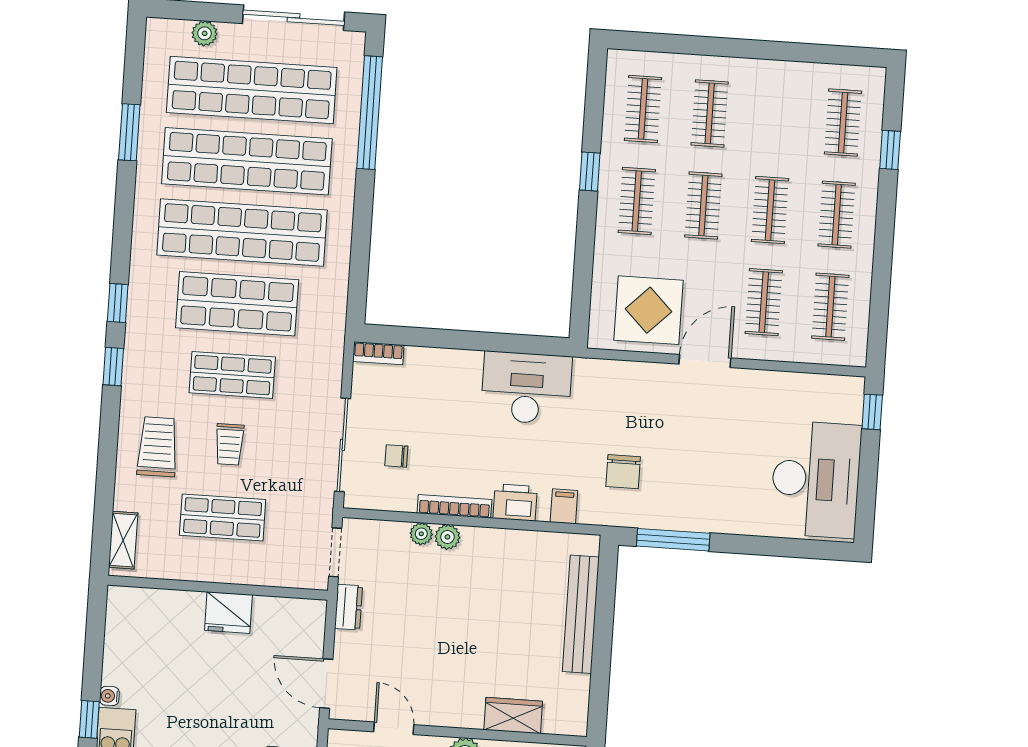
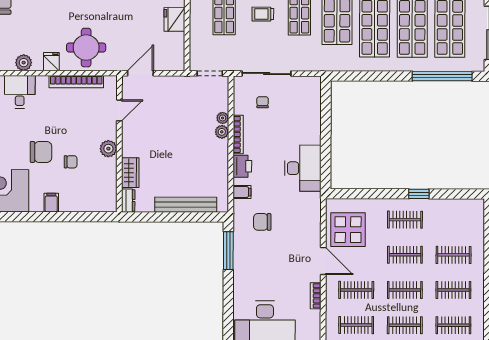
clothes rail: (643, 109) -> (453, 290), moved
bookcase: (378, 353) -> (316, 296), moved
dresser: (348, 607) -> (128, 201), moved, turned -90

